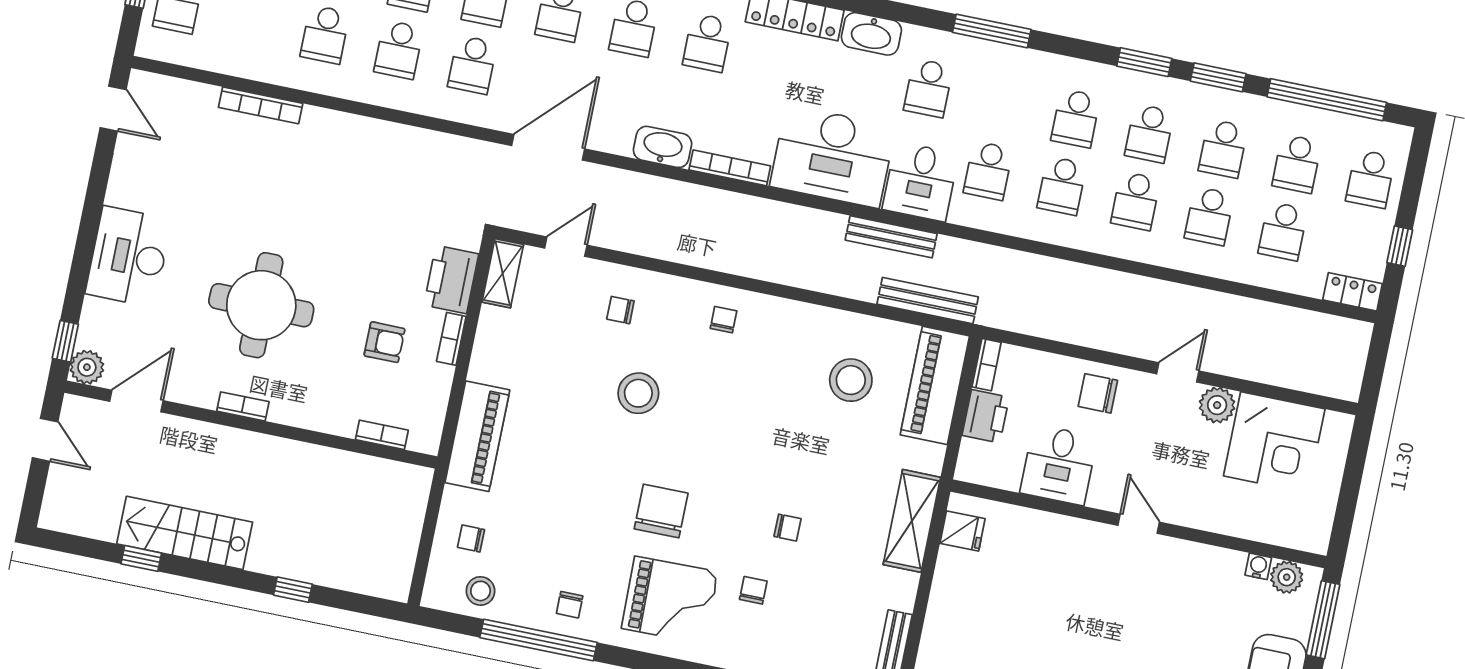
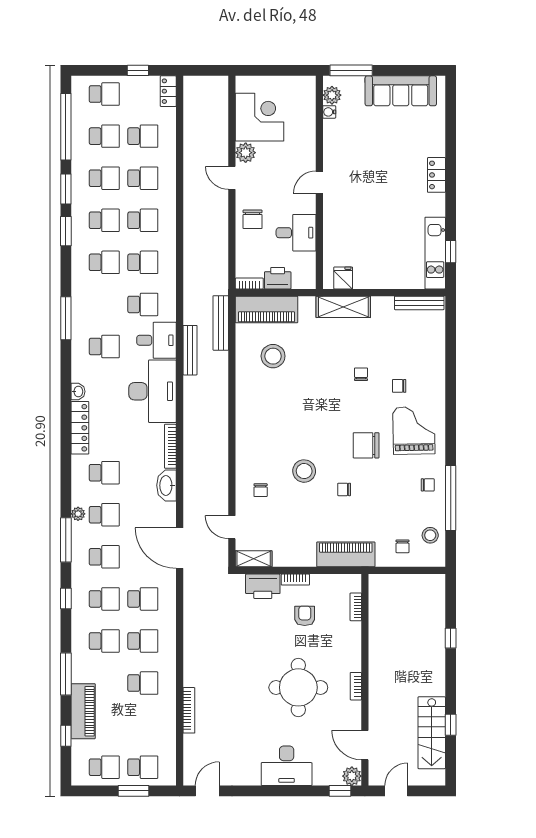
washbasin: (871, 34) -> (78, 391), width x0.52, depth x0.69
chair: (724, 320) -> (344, 489), moved
stairs: (185, 533) -> (432, 733), moved

